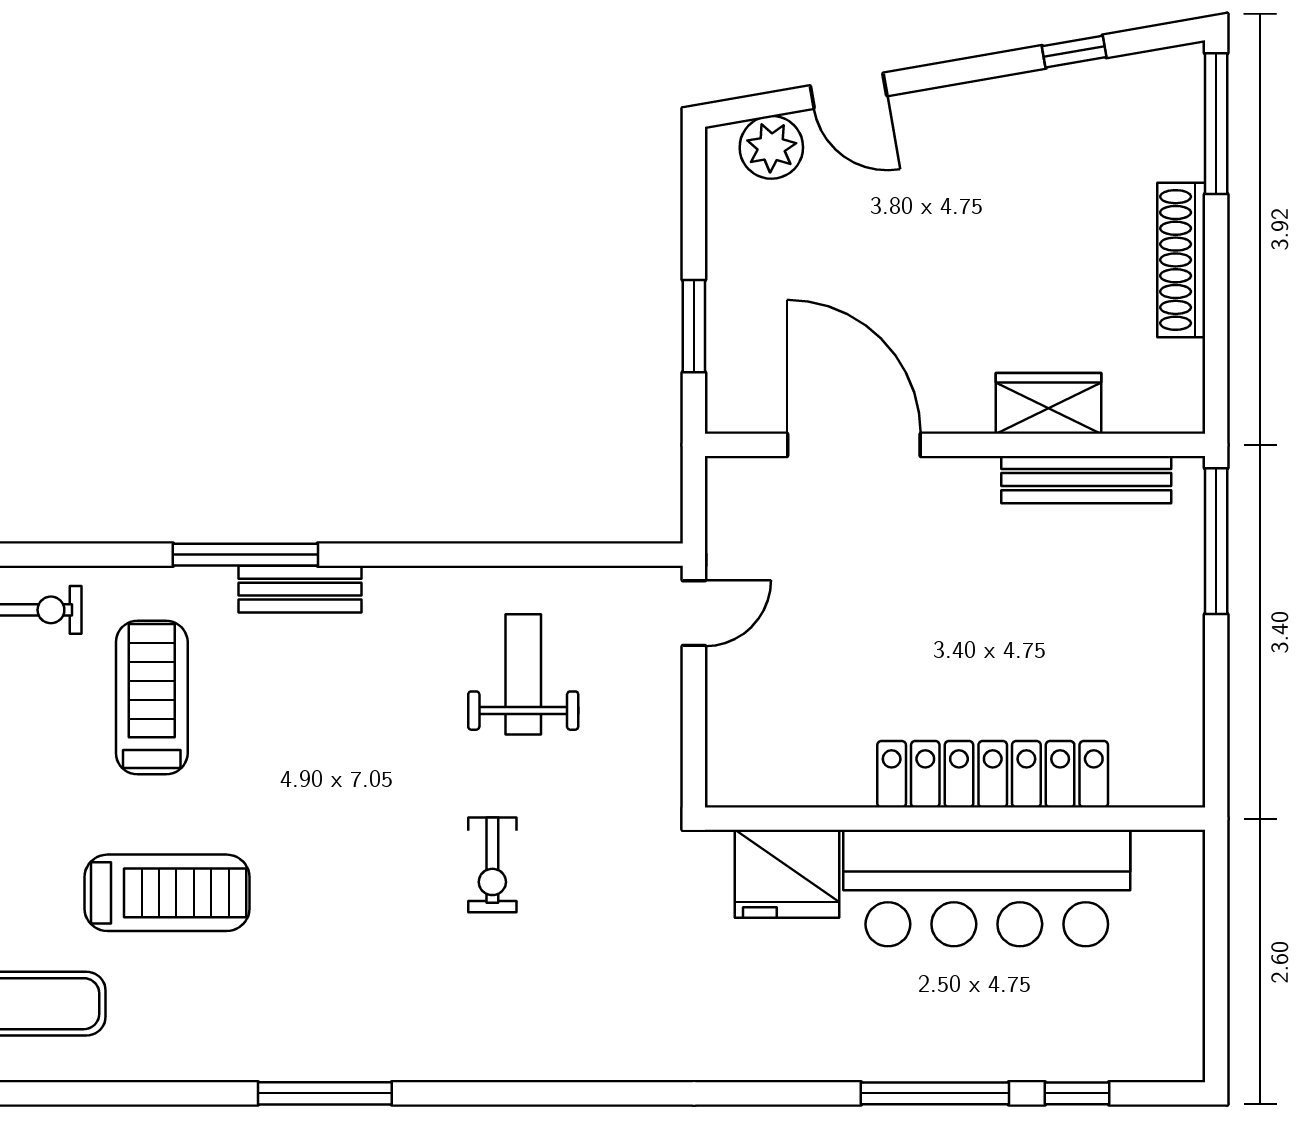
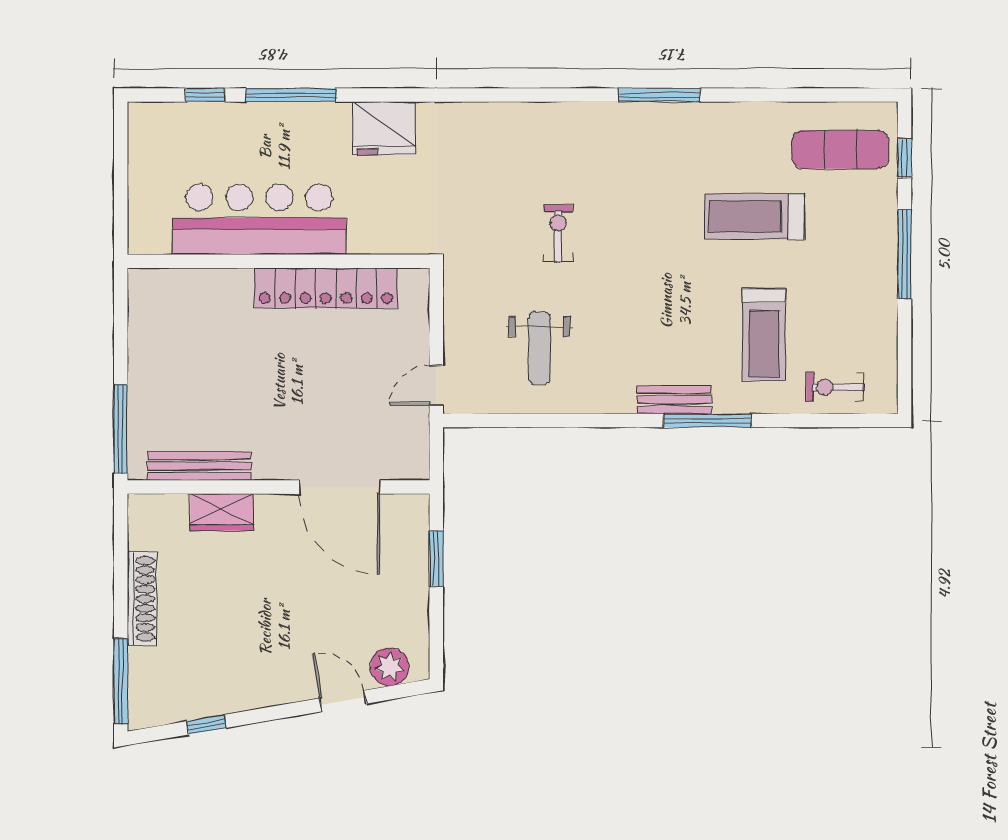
locker: (993, 774) -> (326, 288), moved
fridge: (787, 874) -> (384, 128), moved, turned 180

